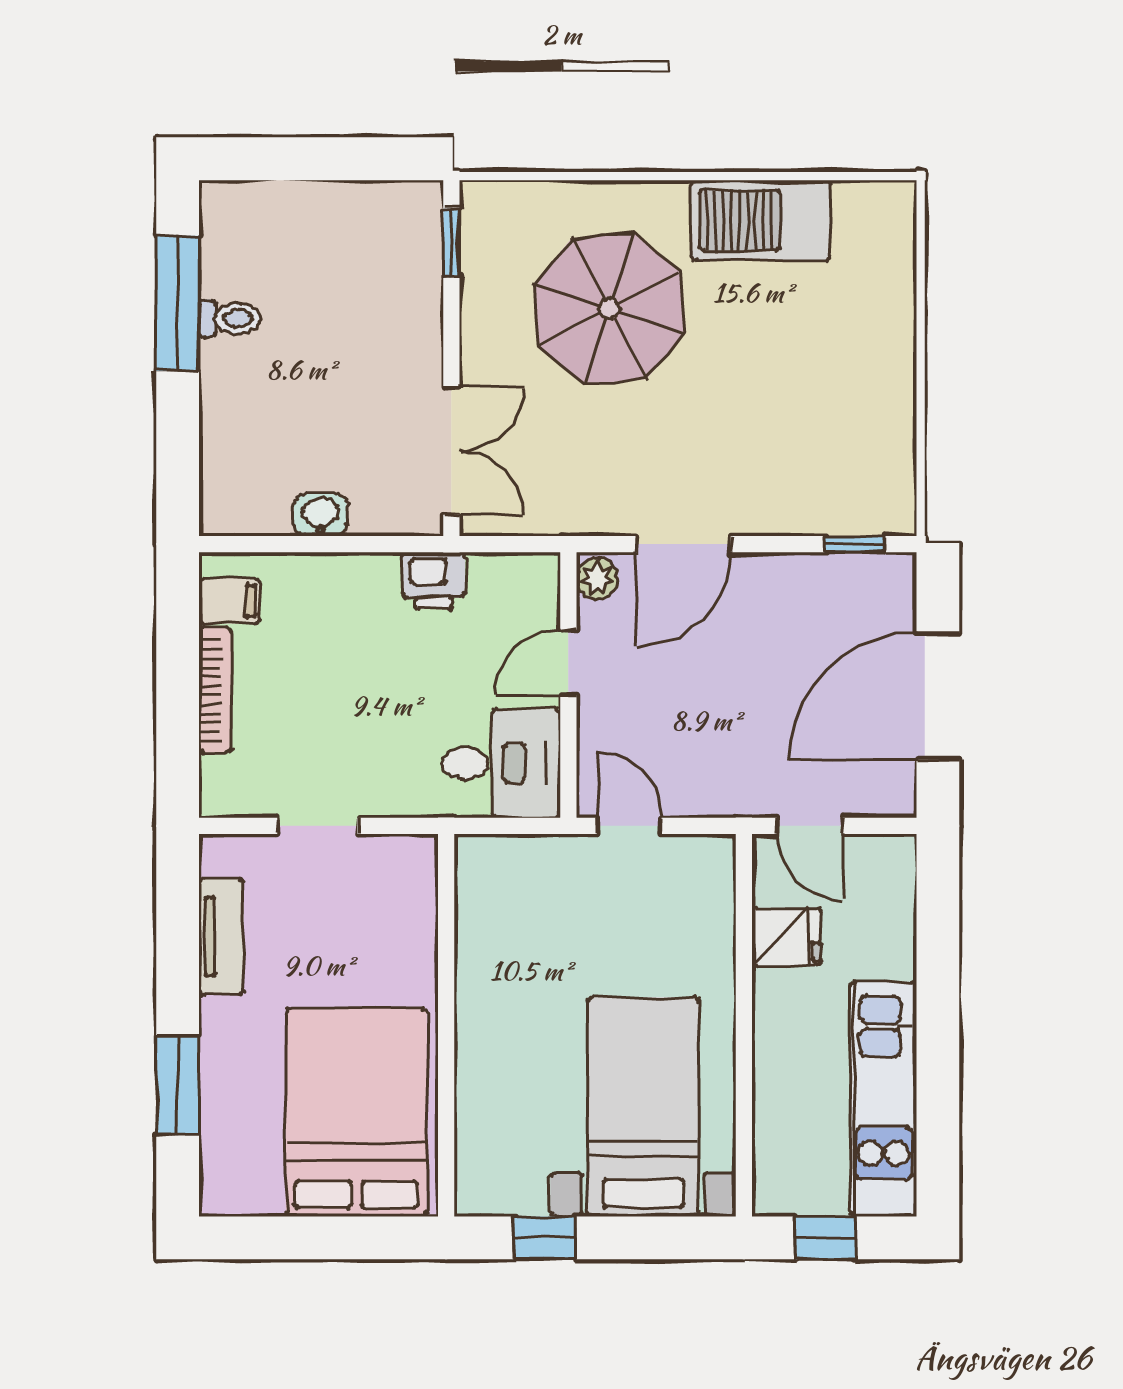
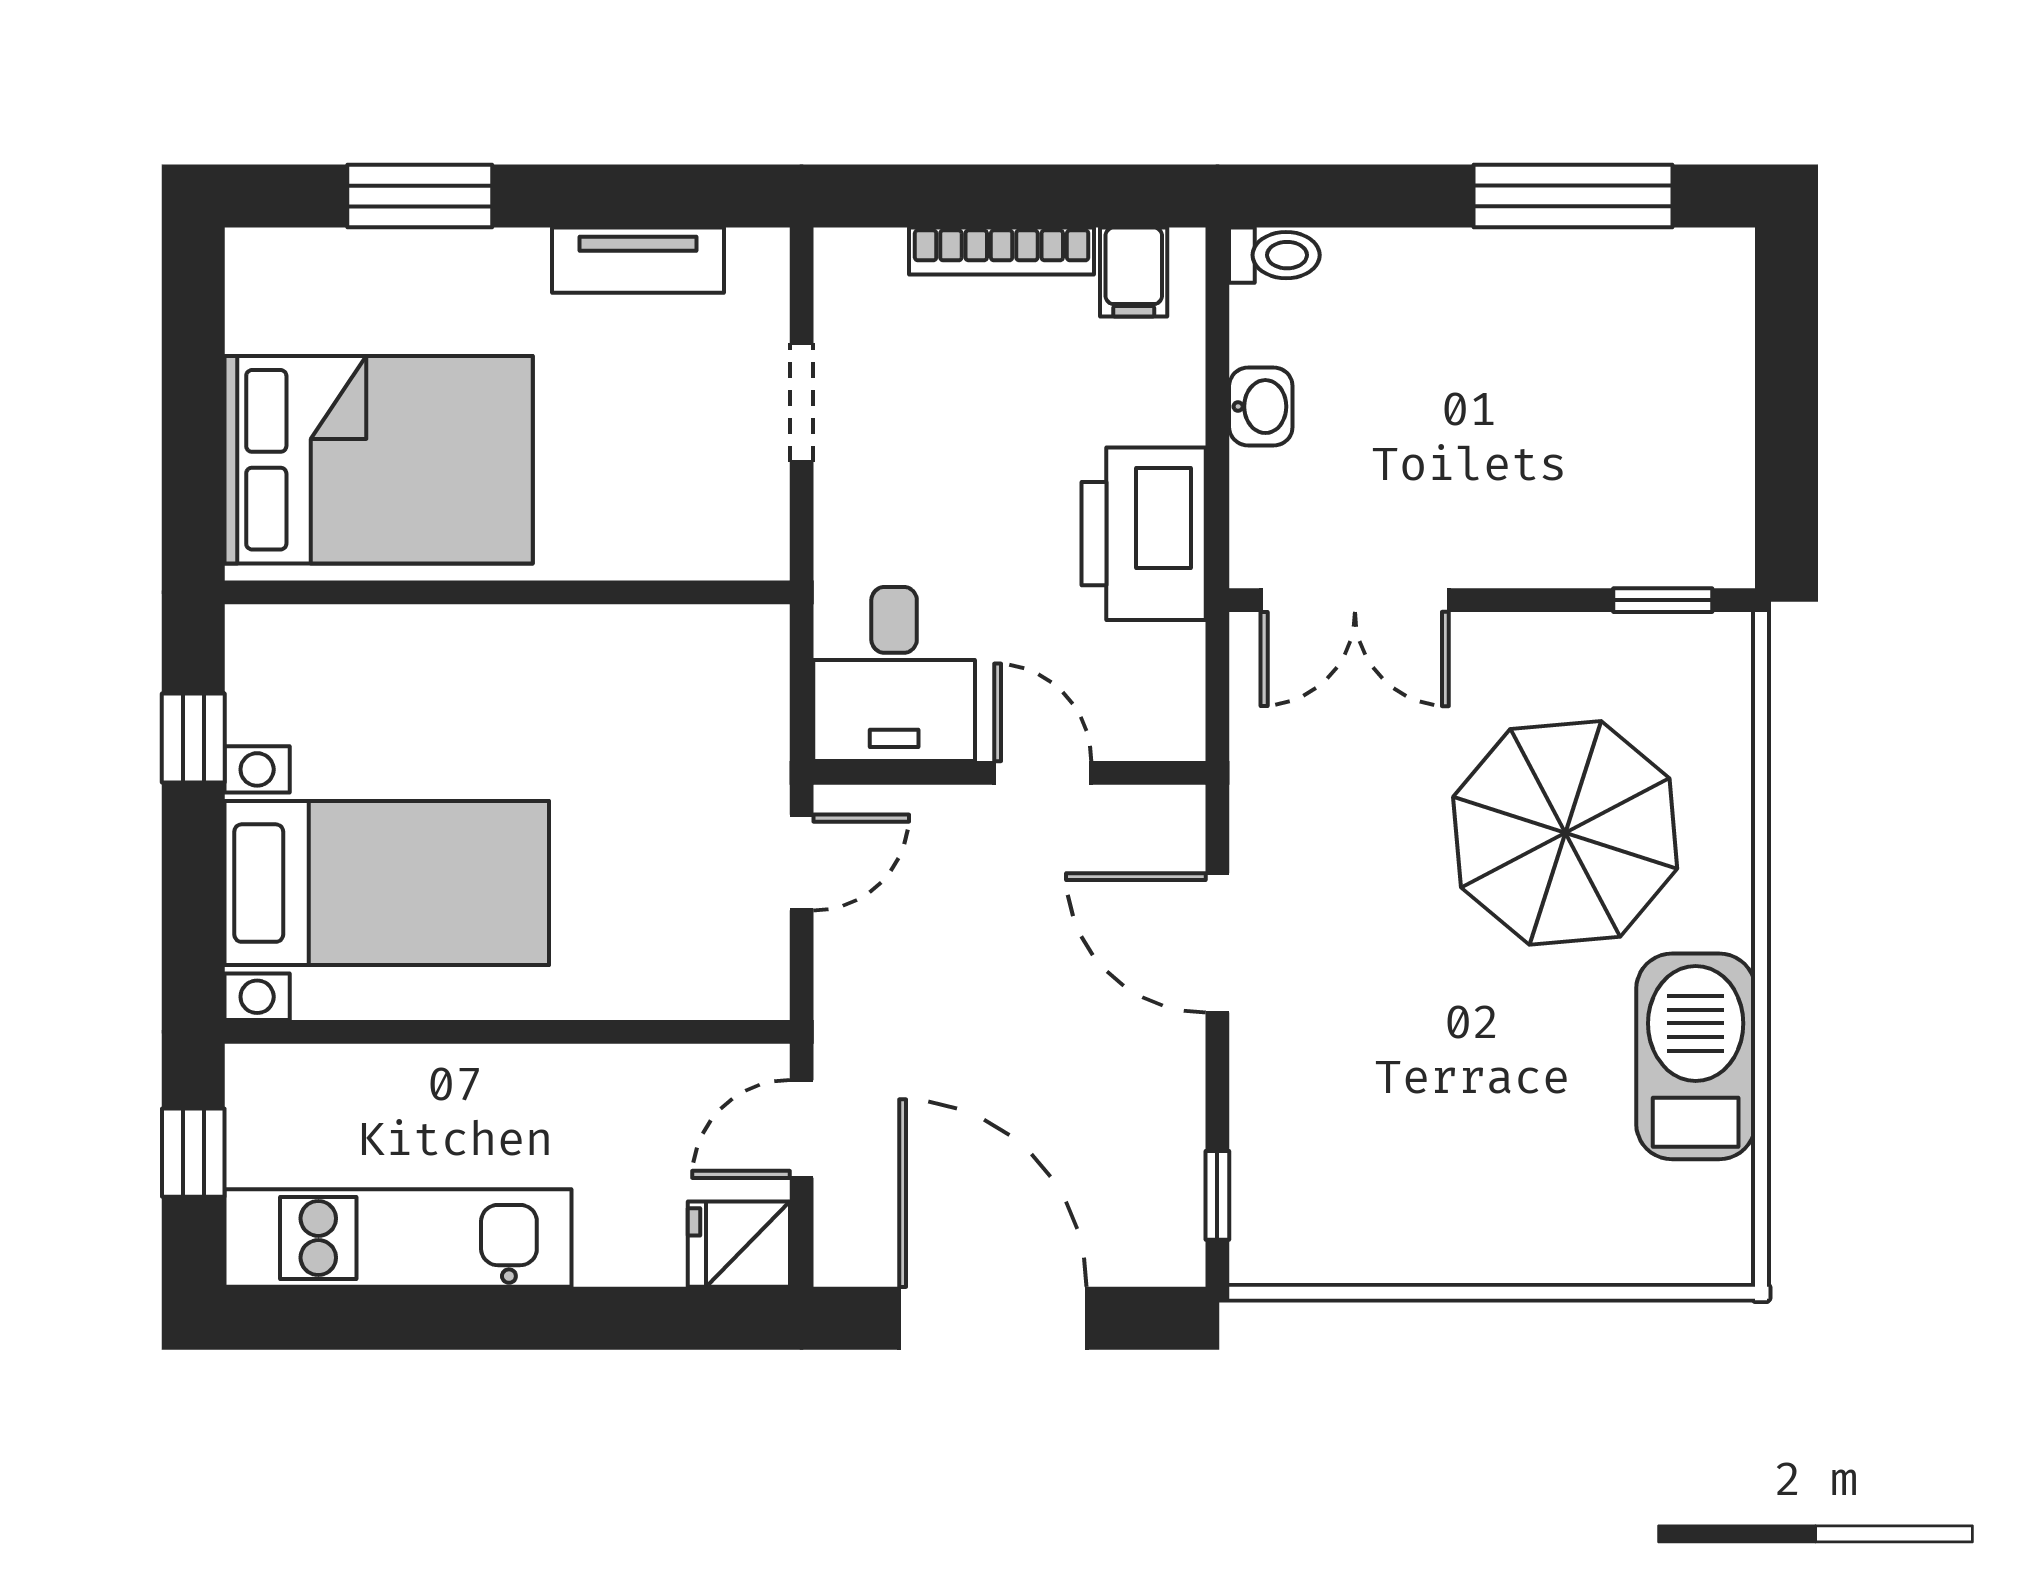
toilet: (230, 318) -> (1274, 255), moved, turned -90
plant: (597, 579) -> (1167, 815), removed
printer: (434, 581) -> (1144, 534), width x1.87, depth x1.48
fridge: (786, 937) -> (739, 1244), moved, turned 90

